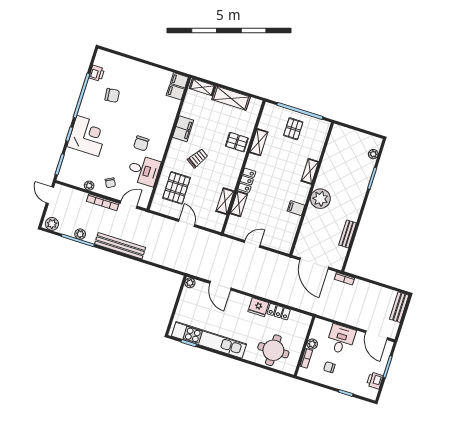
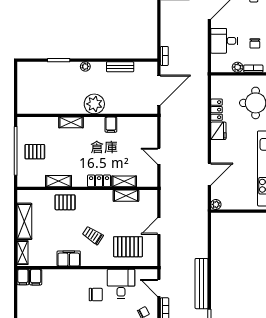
pallet: (237, 142) -> (65, 202), turned 90
plant: (373, 154) -> (85, 66), moved

